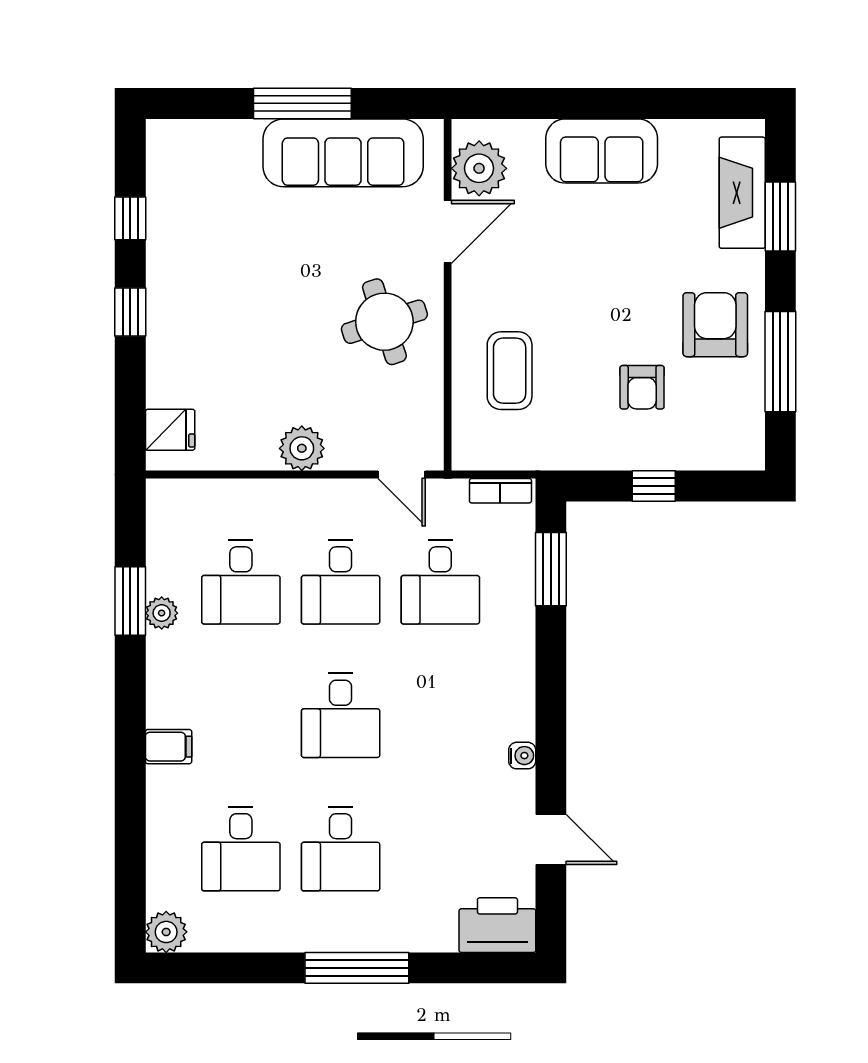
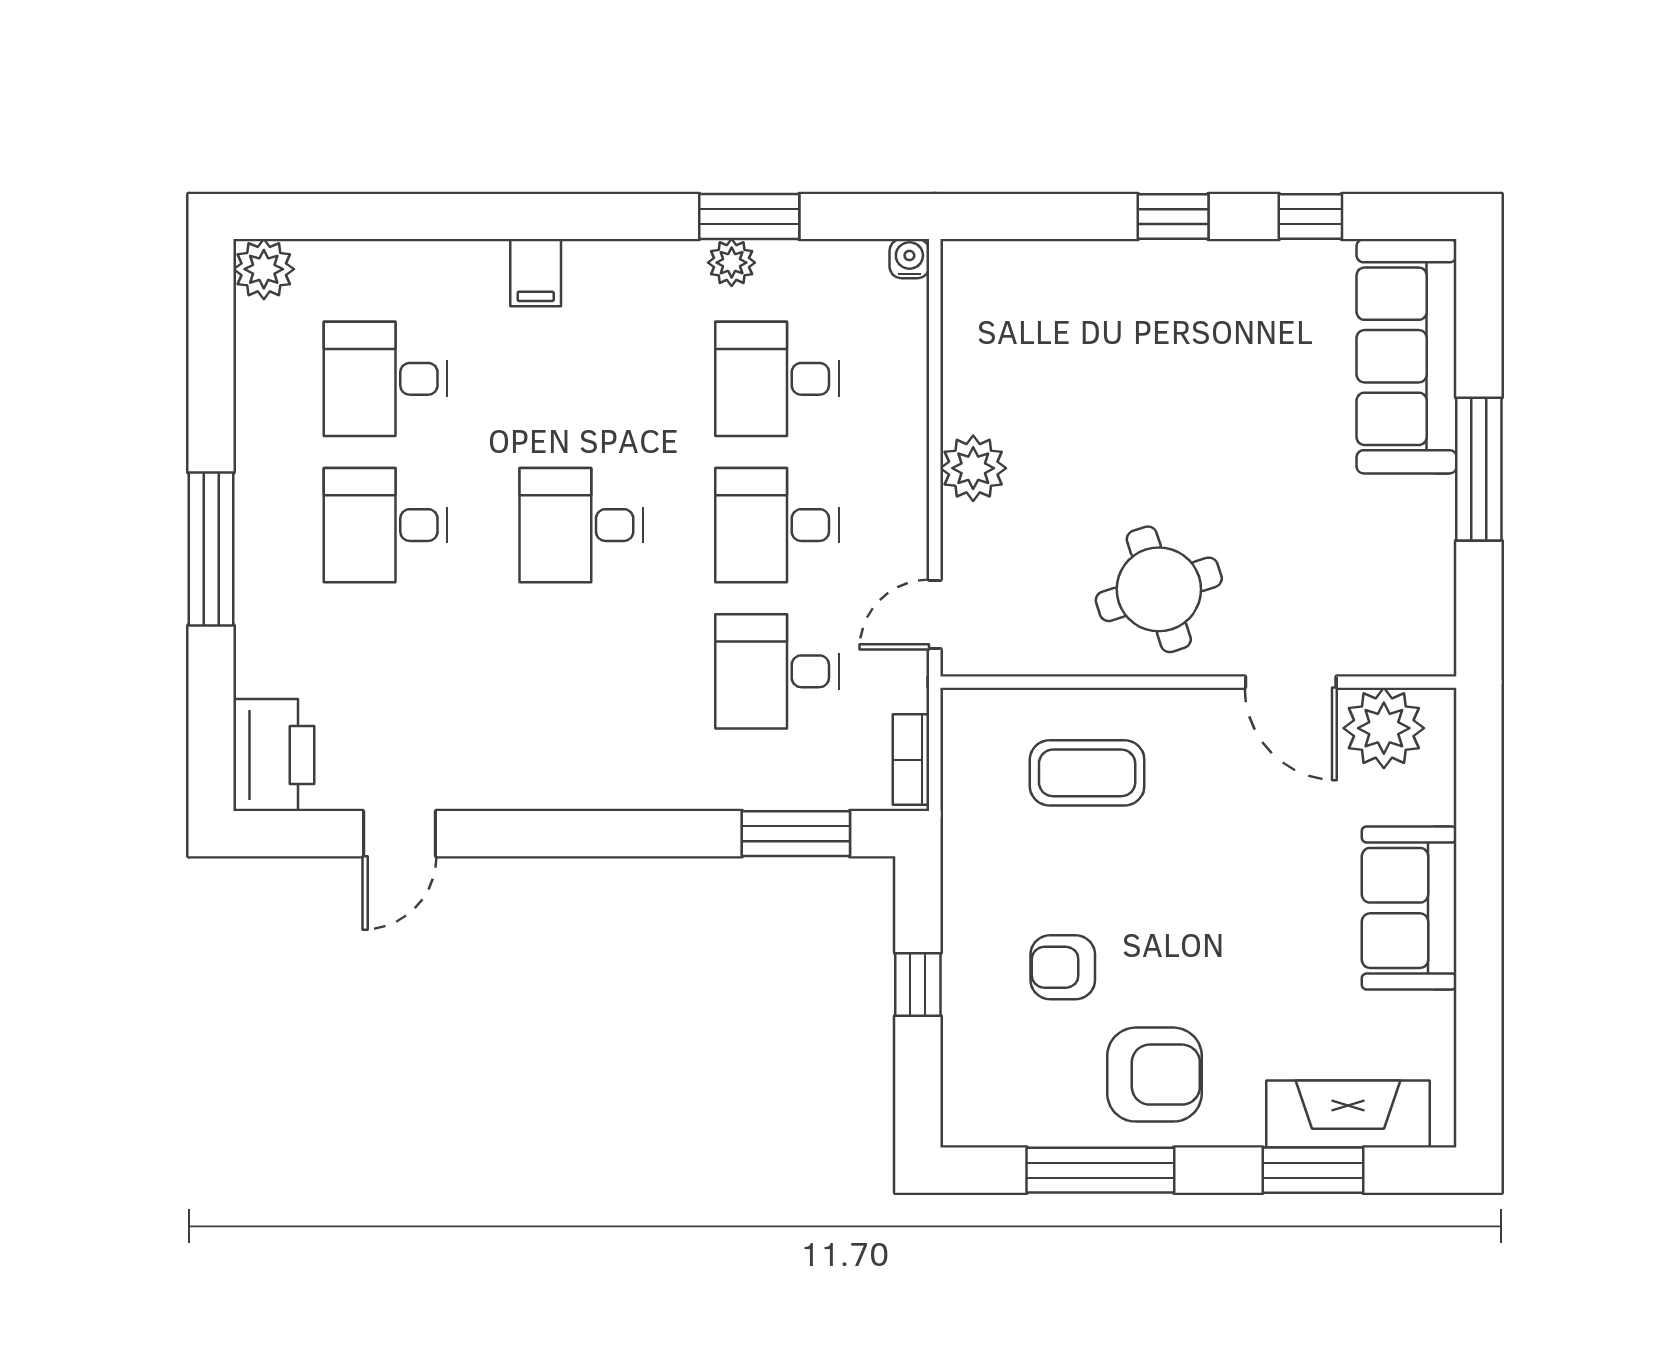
sofa: (343, 153) -> (1407, 356), moved
fridge: (170, 430) -> (1000, 275), removed
water cooler: (522, 756) -> (909, 259), moved, turned 180

